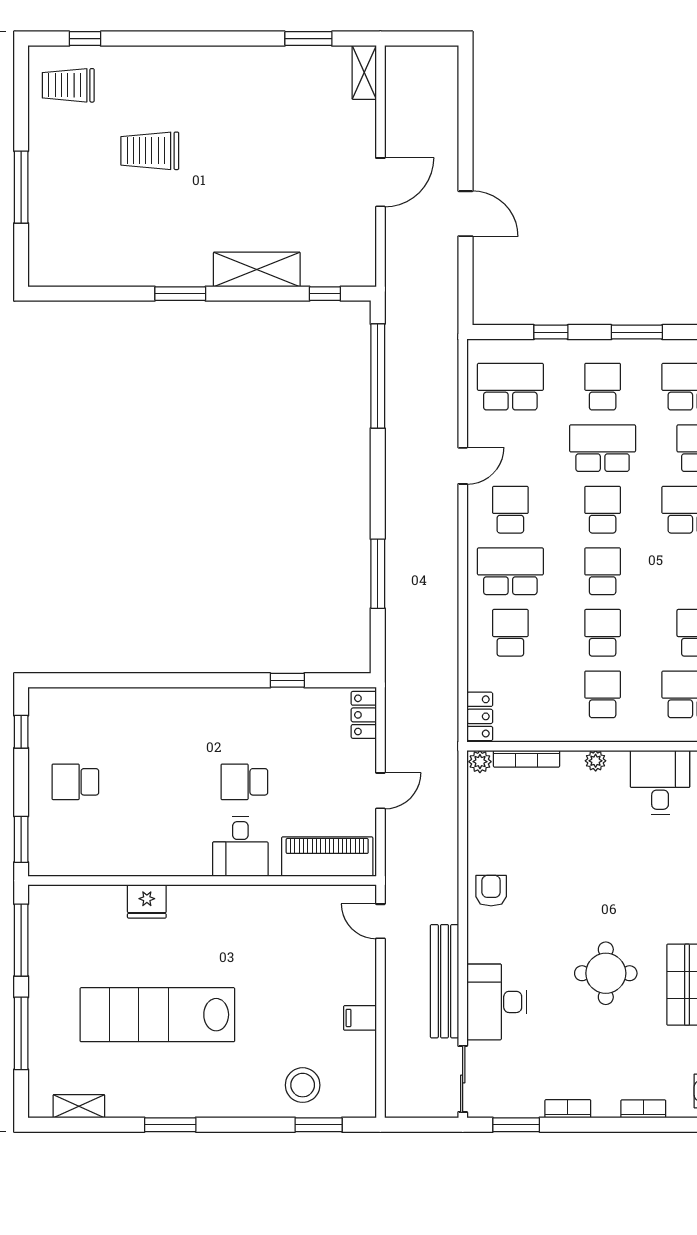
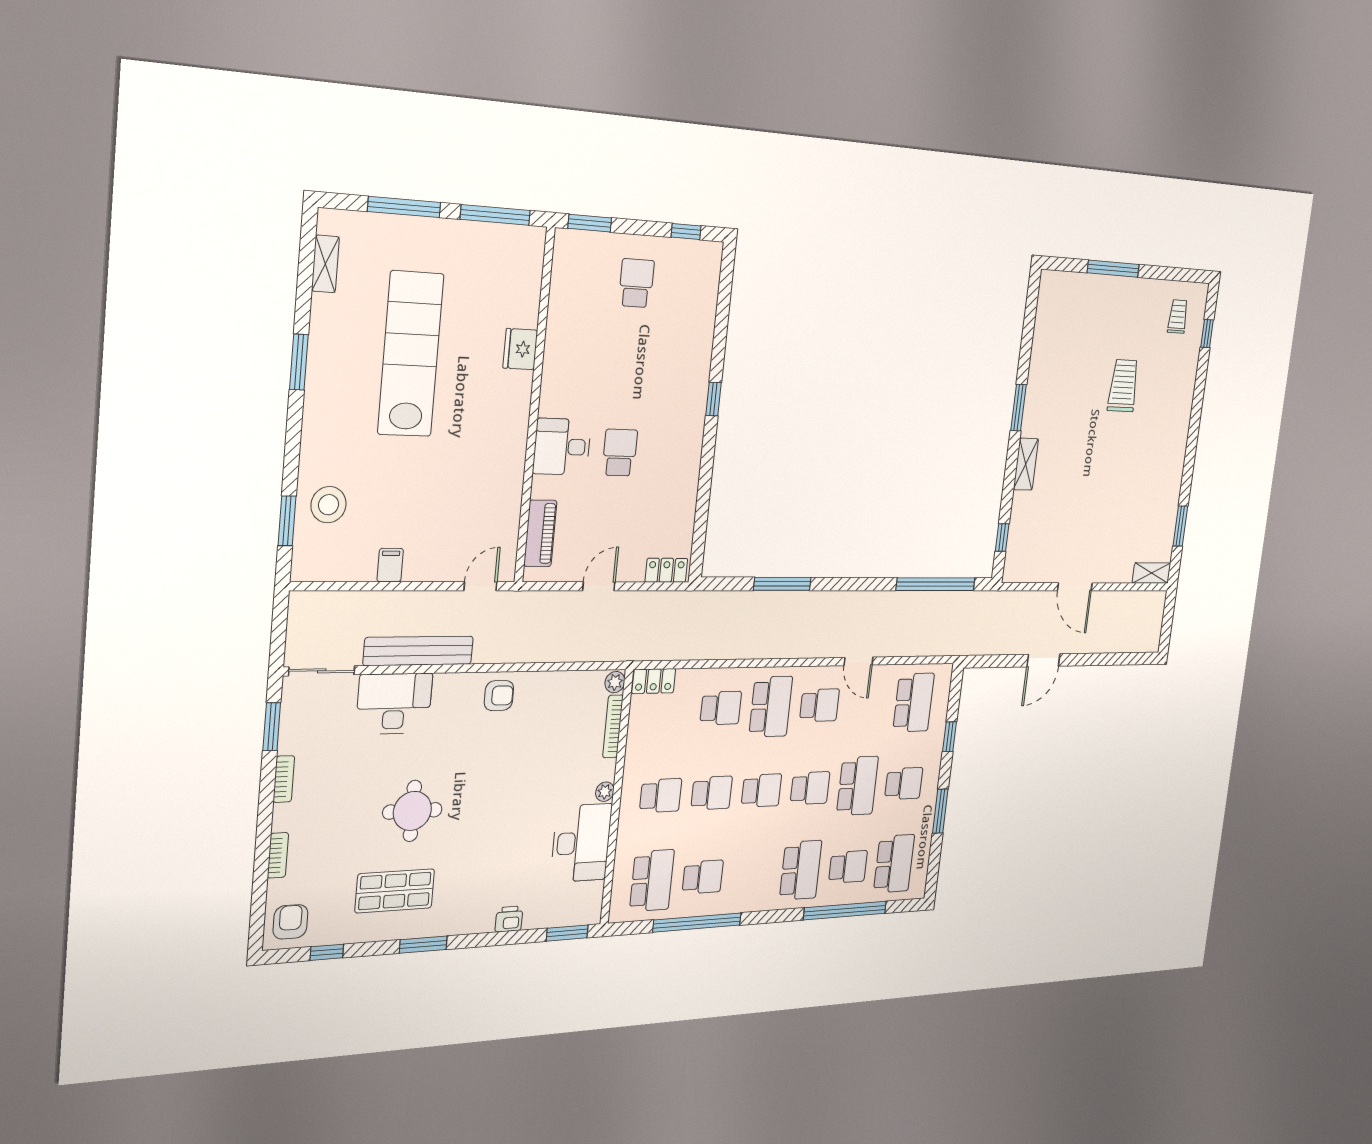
trolley: (68, 85) -> (1178, 317), width x0.73, depth x0.72
shelving: (257, 269) -> (1026, 464), width x0.67, depth x0.75
window: (287, 680) -> (713, 399), moved
desk: (660, 782) -> (581, 843), width x1.37
door: (380, 791) -> (599, 586), swing flipped
piano: (327, 857) -> (540, 533), width x0.73, depth x0.75

